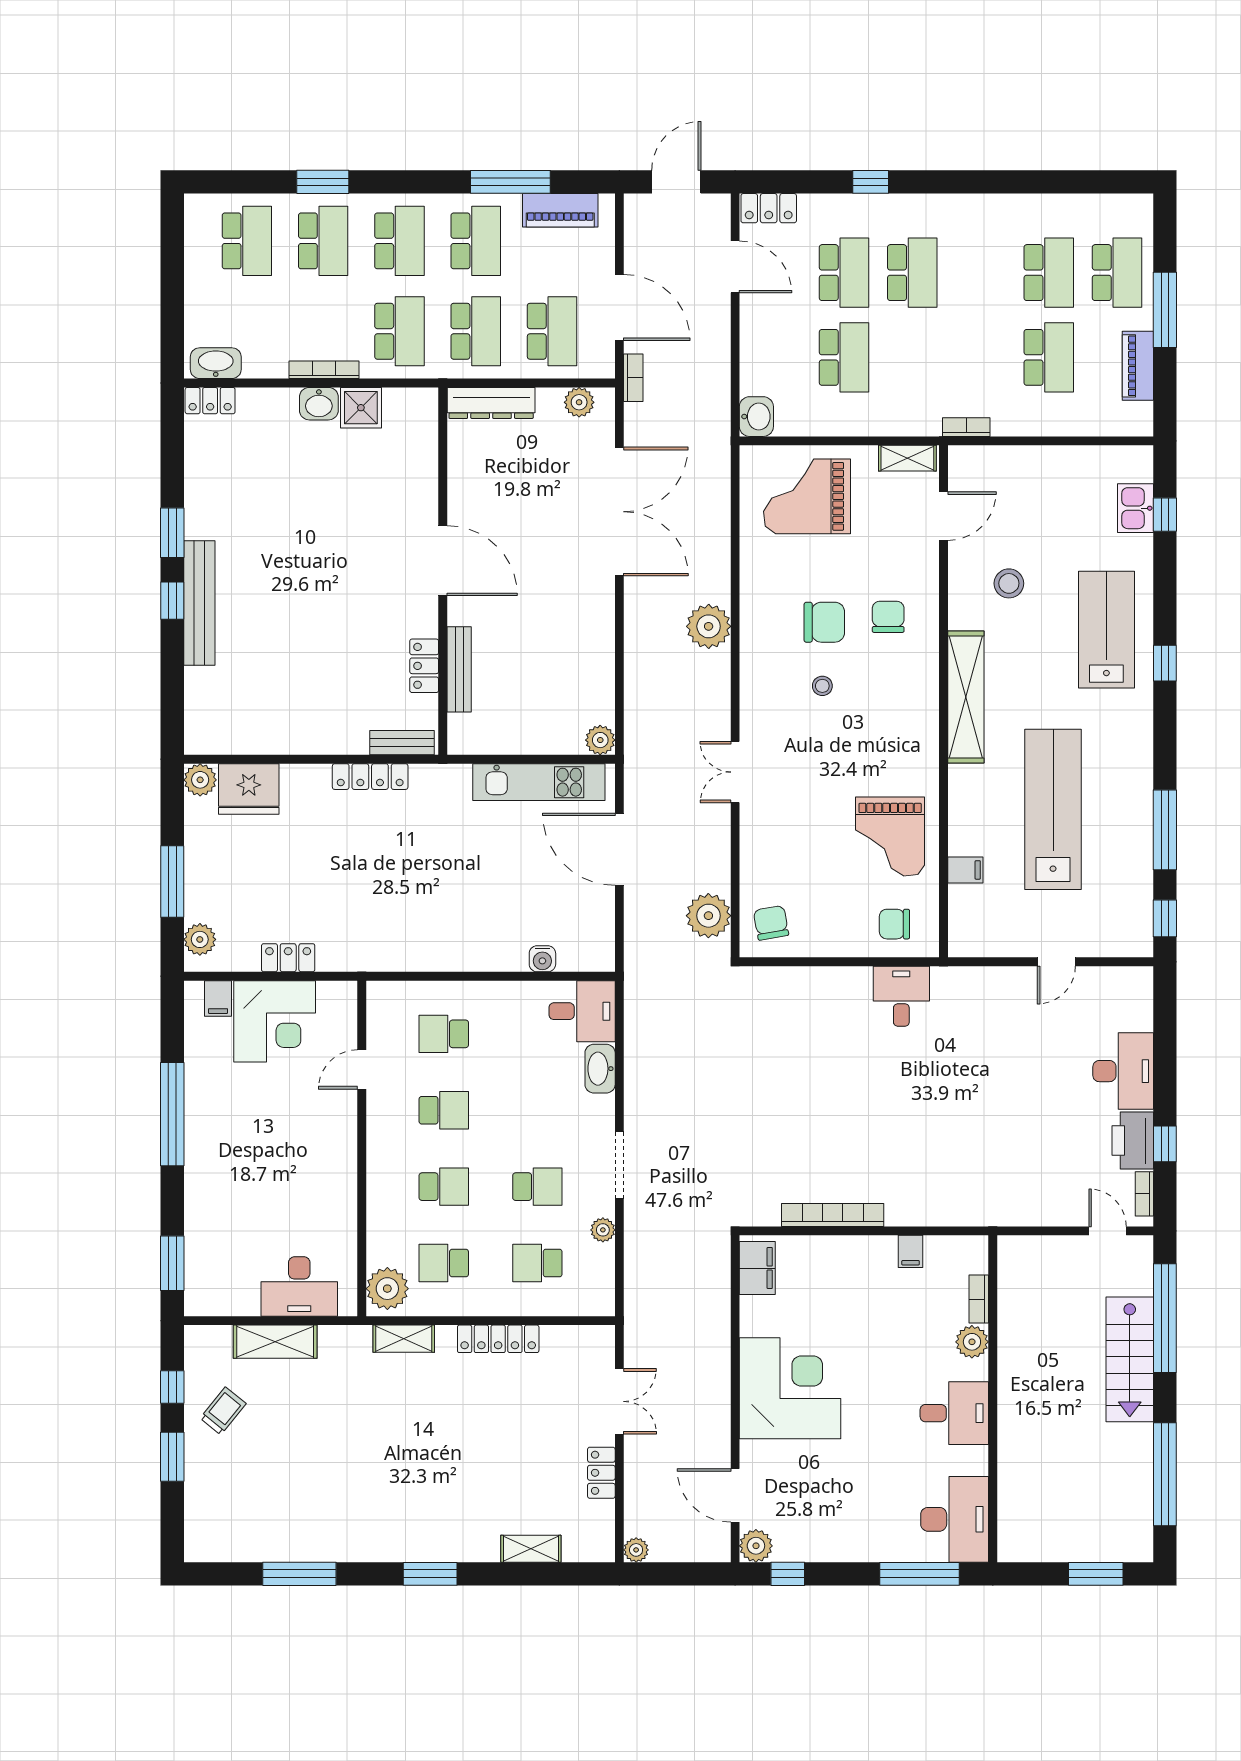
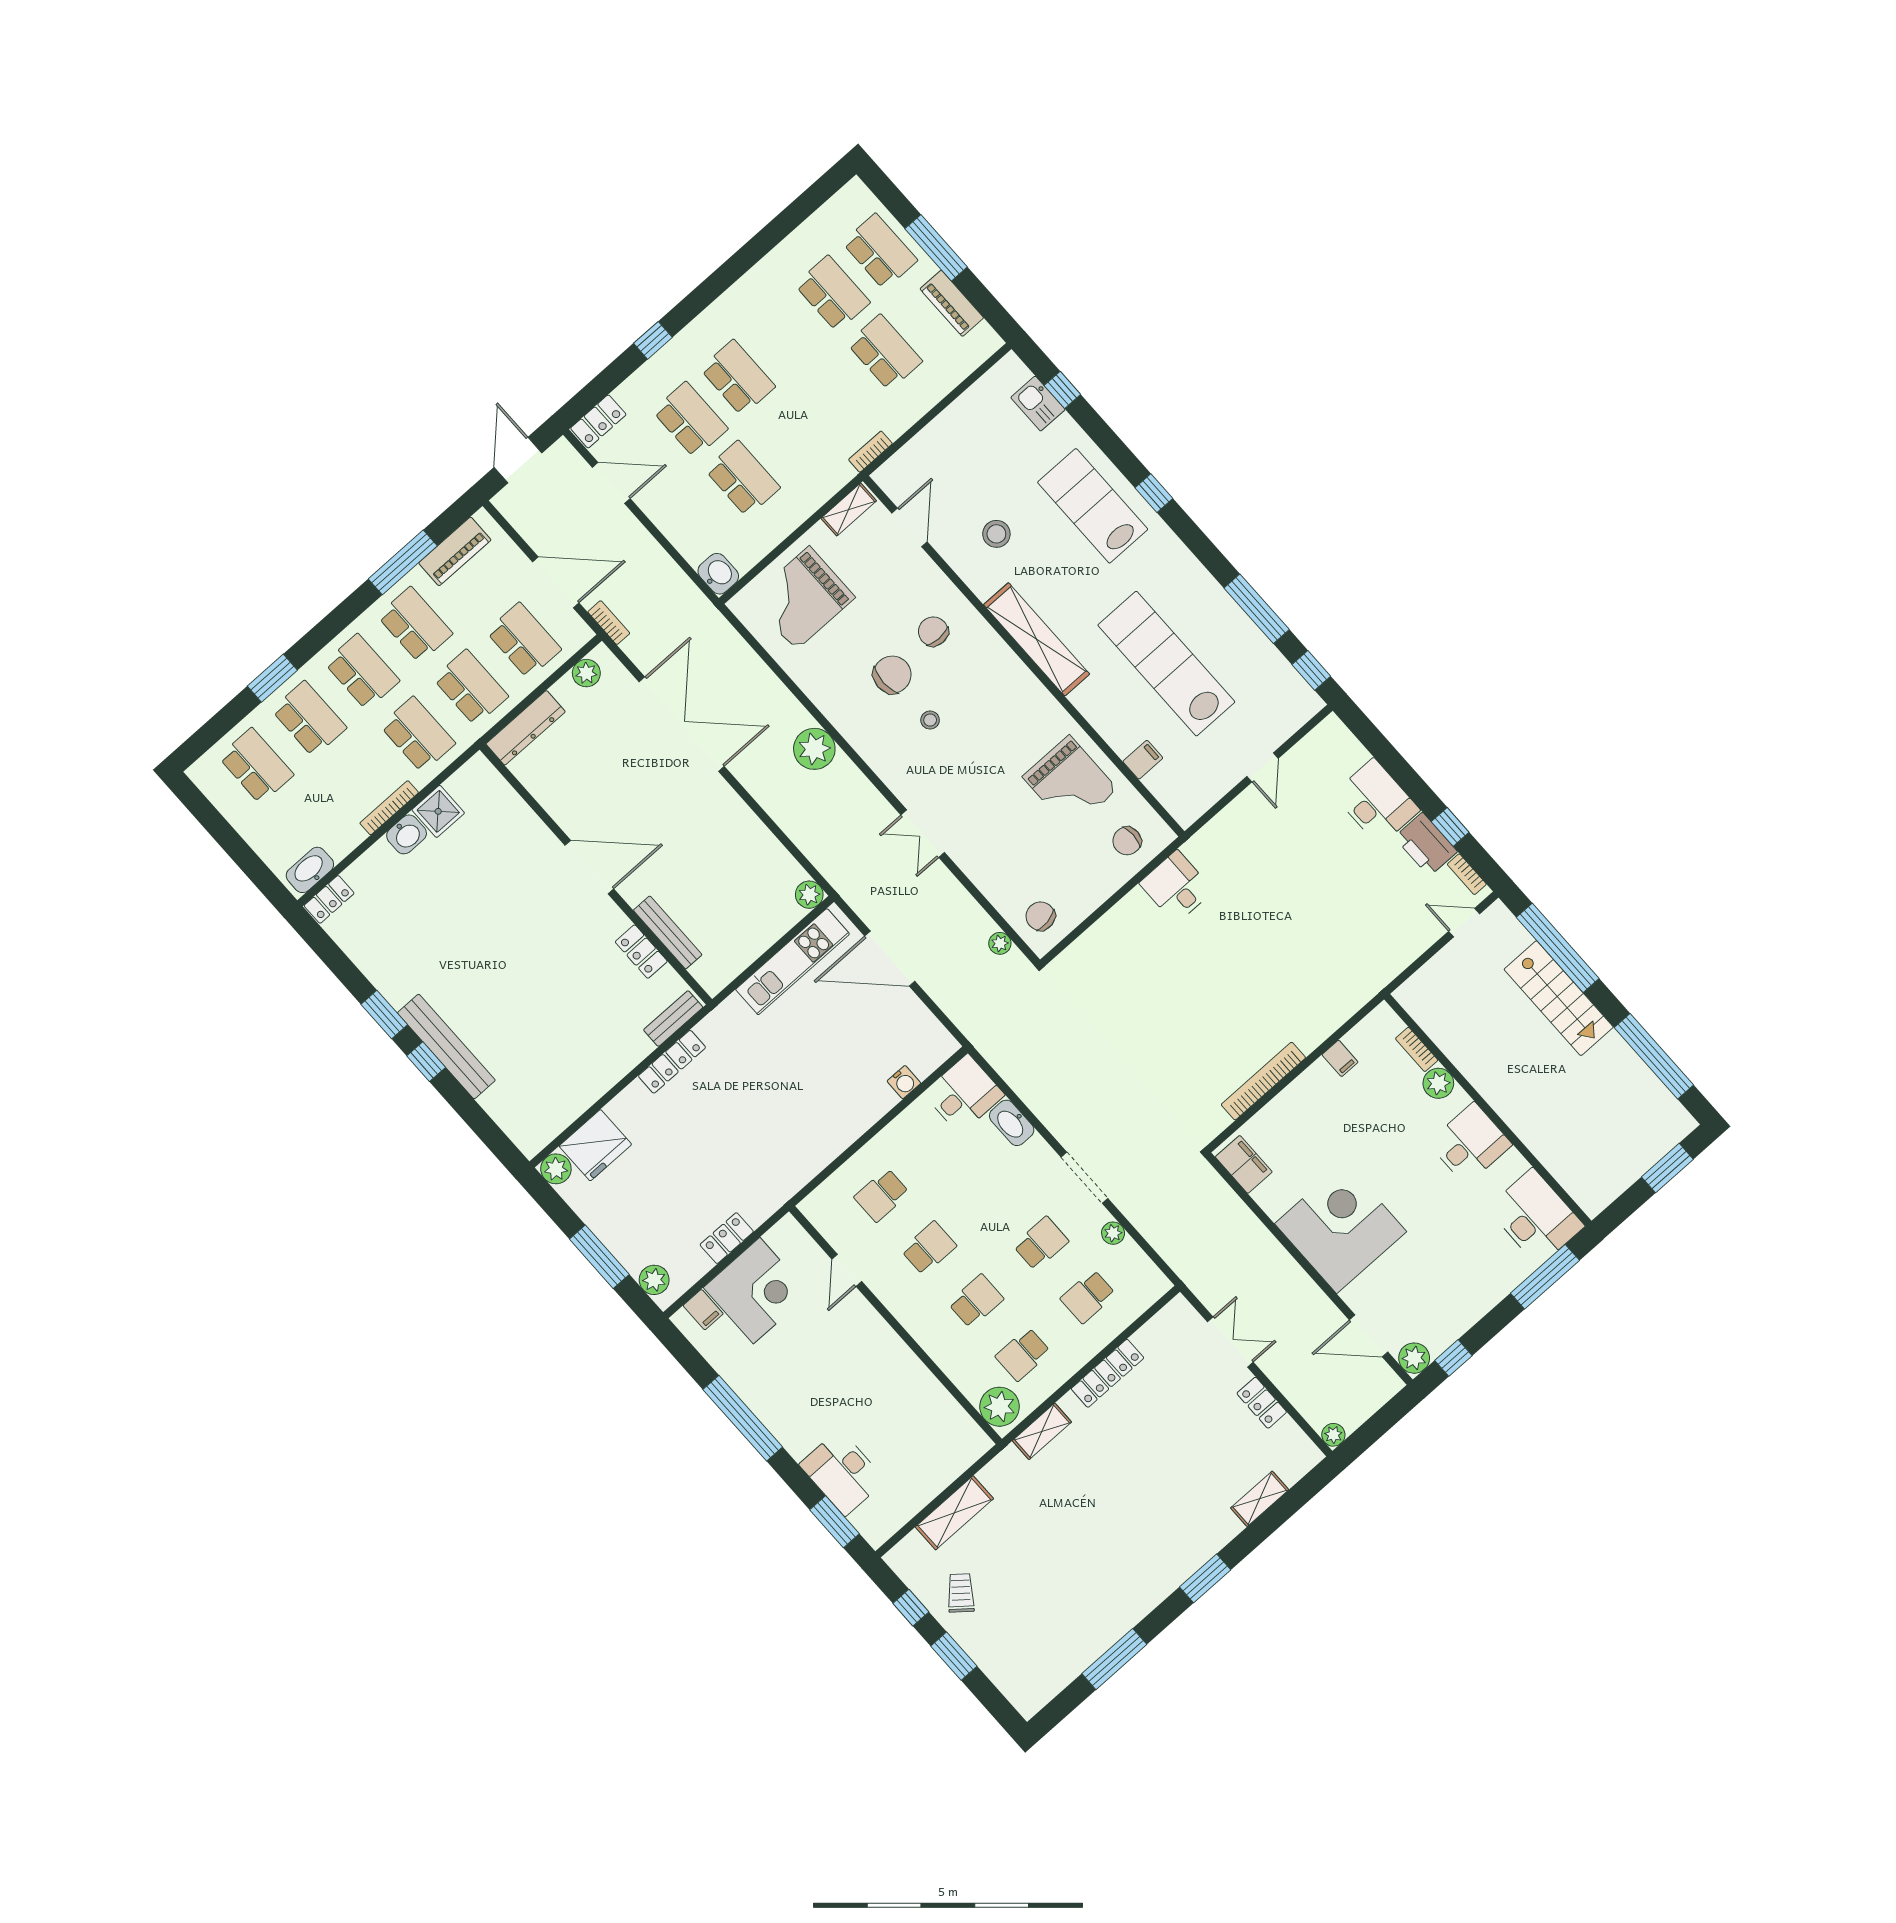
plant: (708, 916) -> (1000, 943), width x0.53, depth x0.53
desk: (299, 1286) -> (842, 1472), moved, turned 90

